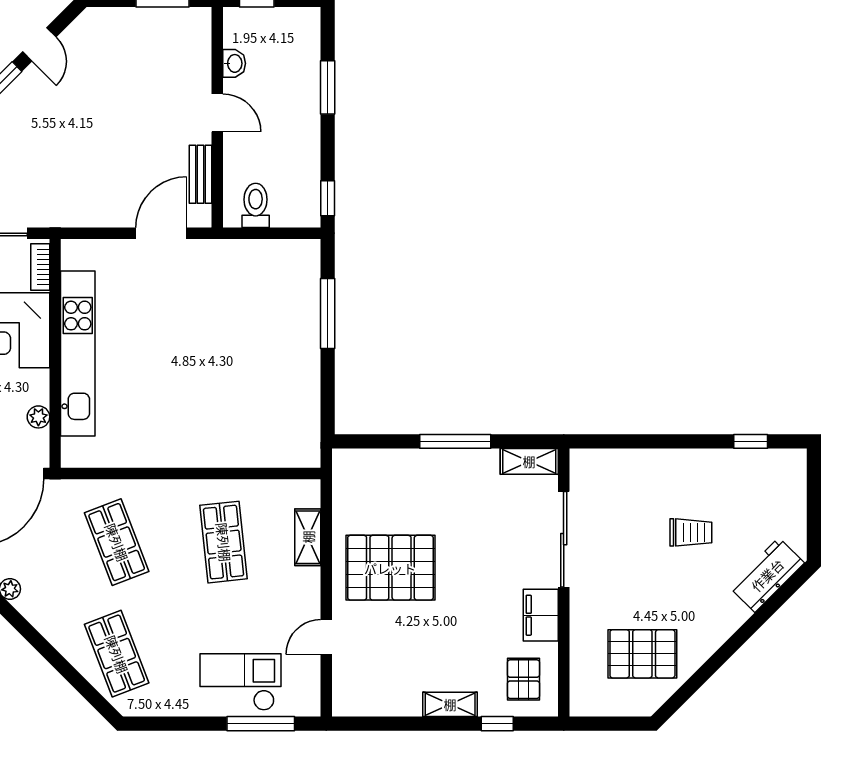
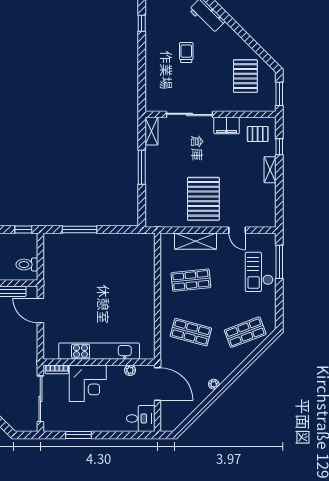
shelving: (308, 537) -> (195, 241), width x1.50, depth x1.33
shop shelf: (117, 542) -> (191, 332), turned 36
window: (606, 724) -> (279, 94), added

